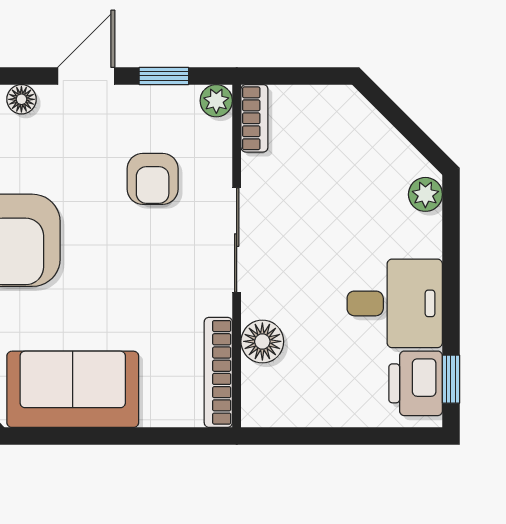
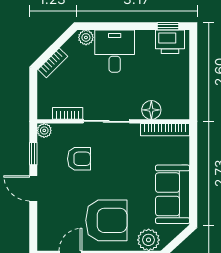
floor lamp: (21, 99) -> (44, 217), removed
bookcase: (254, 118) -> (68, 113), moved
bookcase: (368, 120) -> (53, 63), added
desk: (395, 303) -> (115, 51), moved

